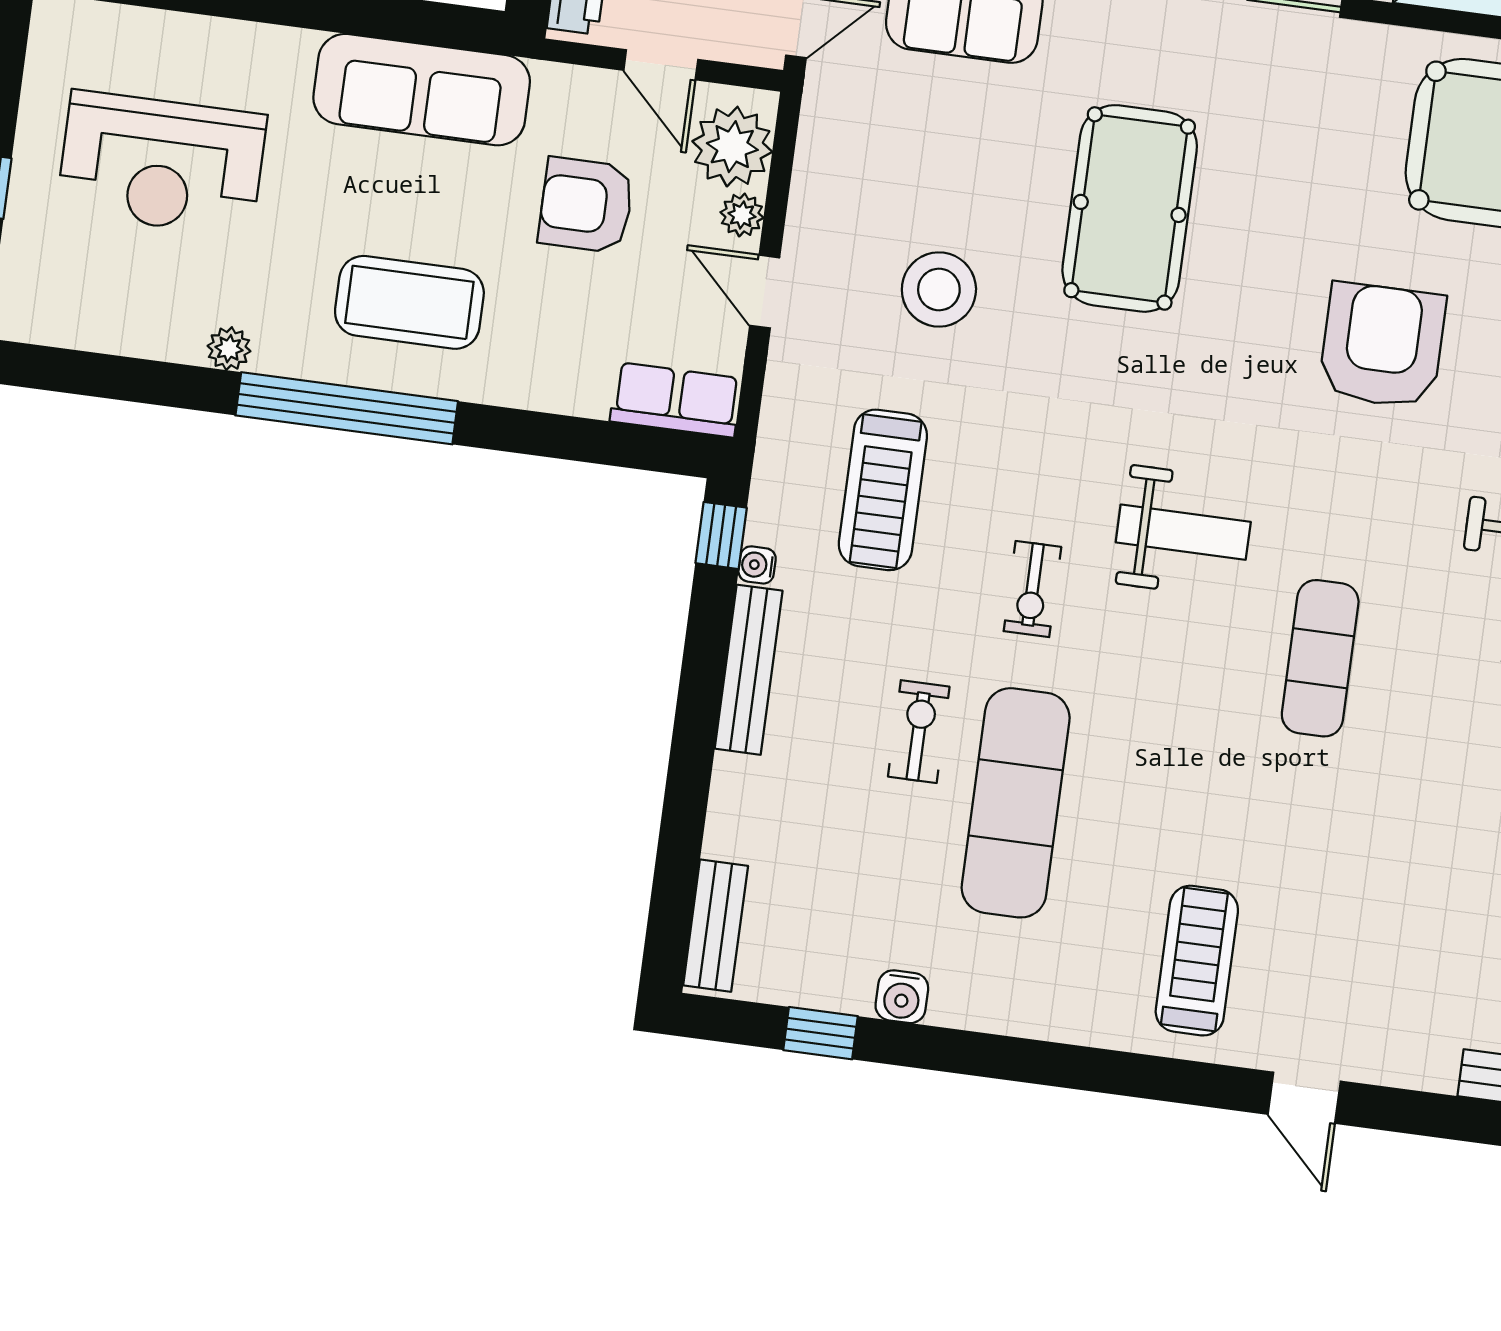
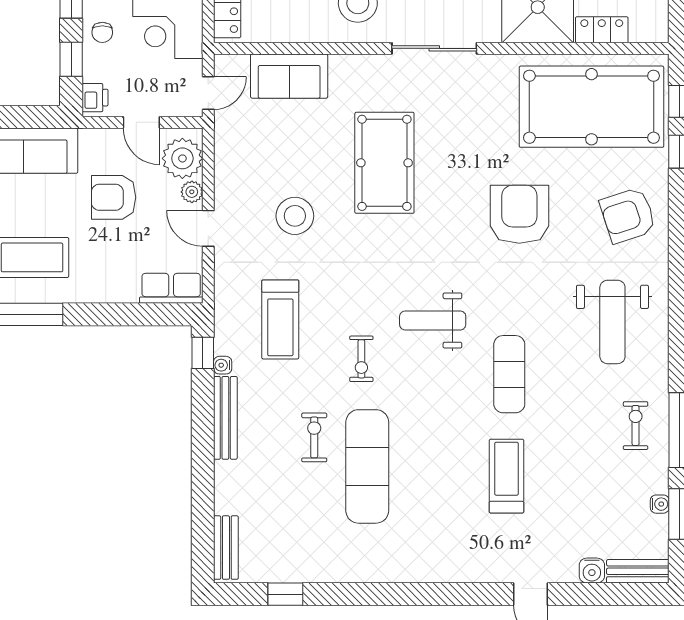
weight bench: (1183, 532) -> (433, 320), turned 180
treadmill: (1197, 961) -> (507, 476), moved
water cooler: (902, 997) -> (592, 571), moved

